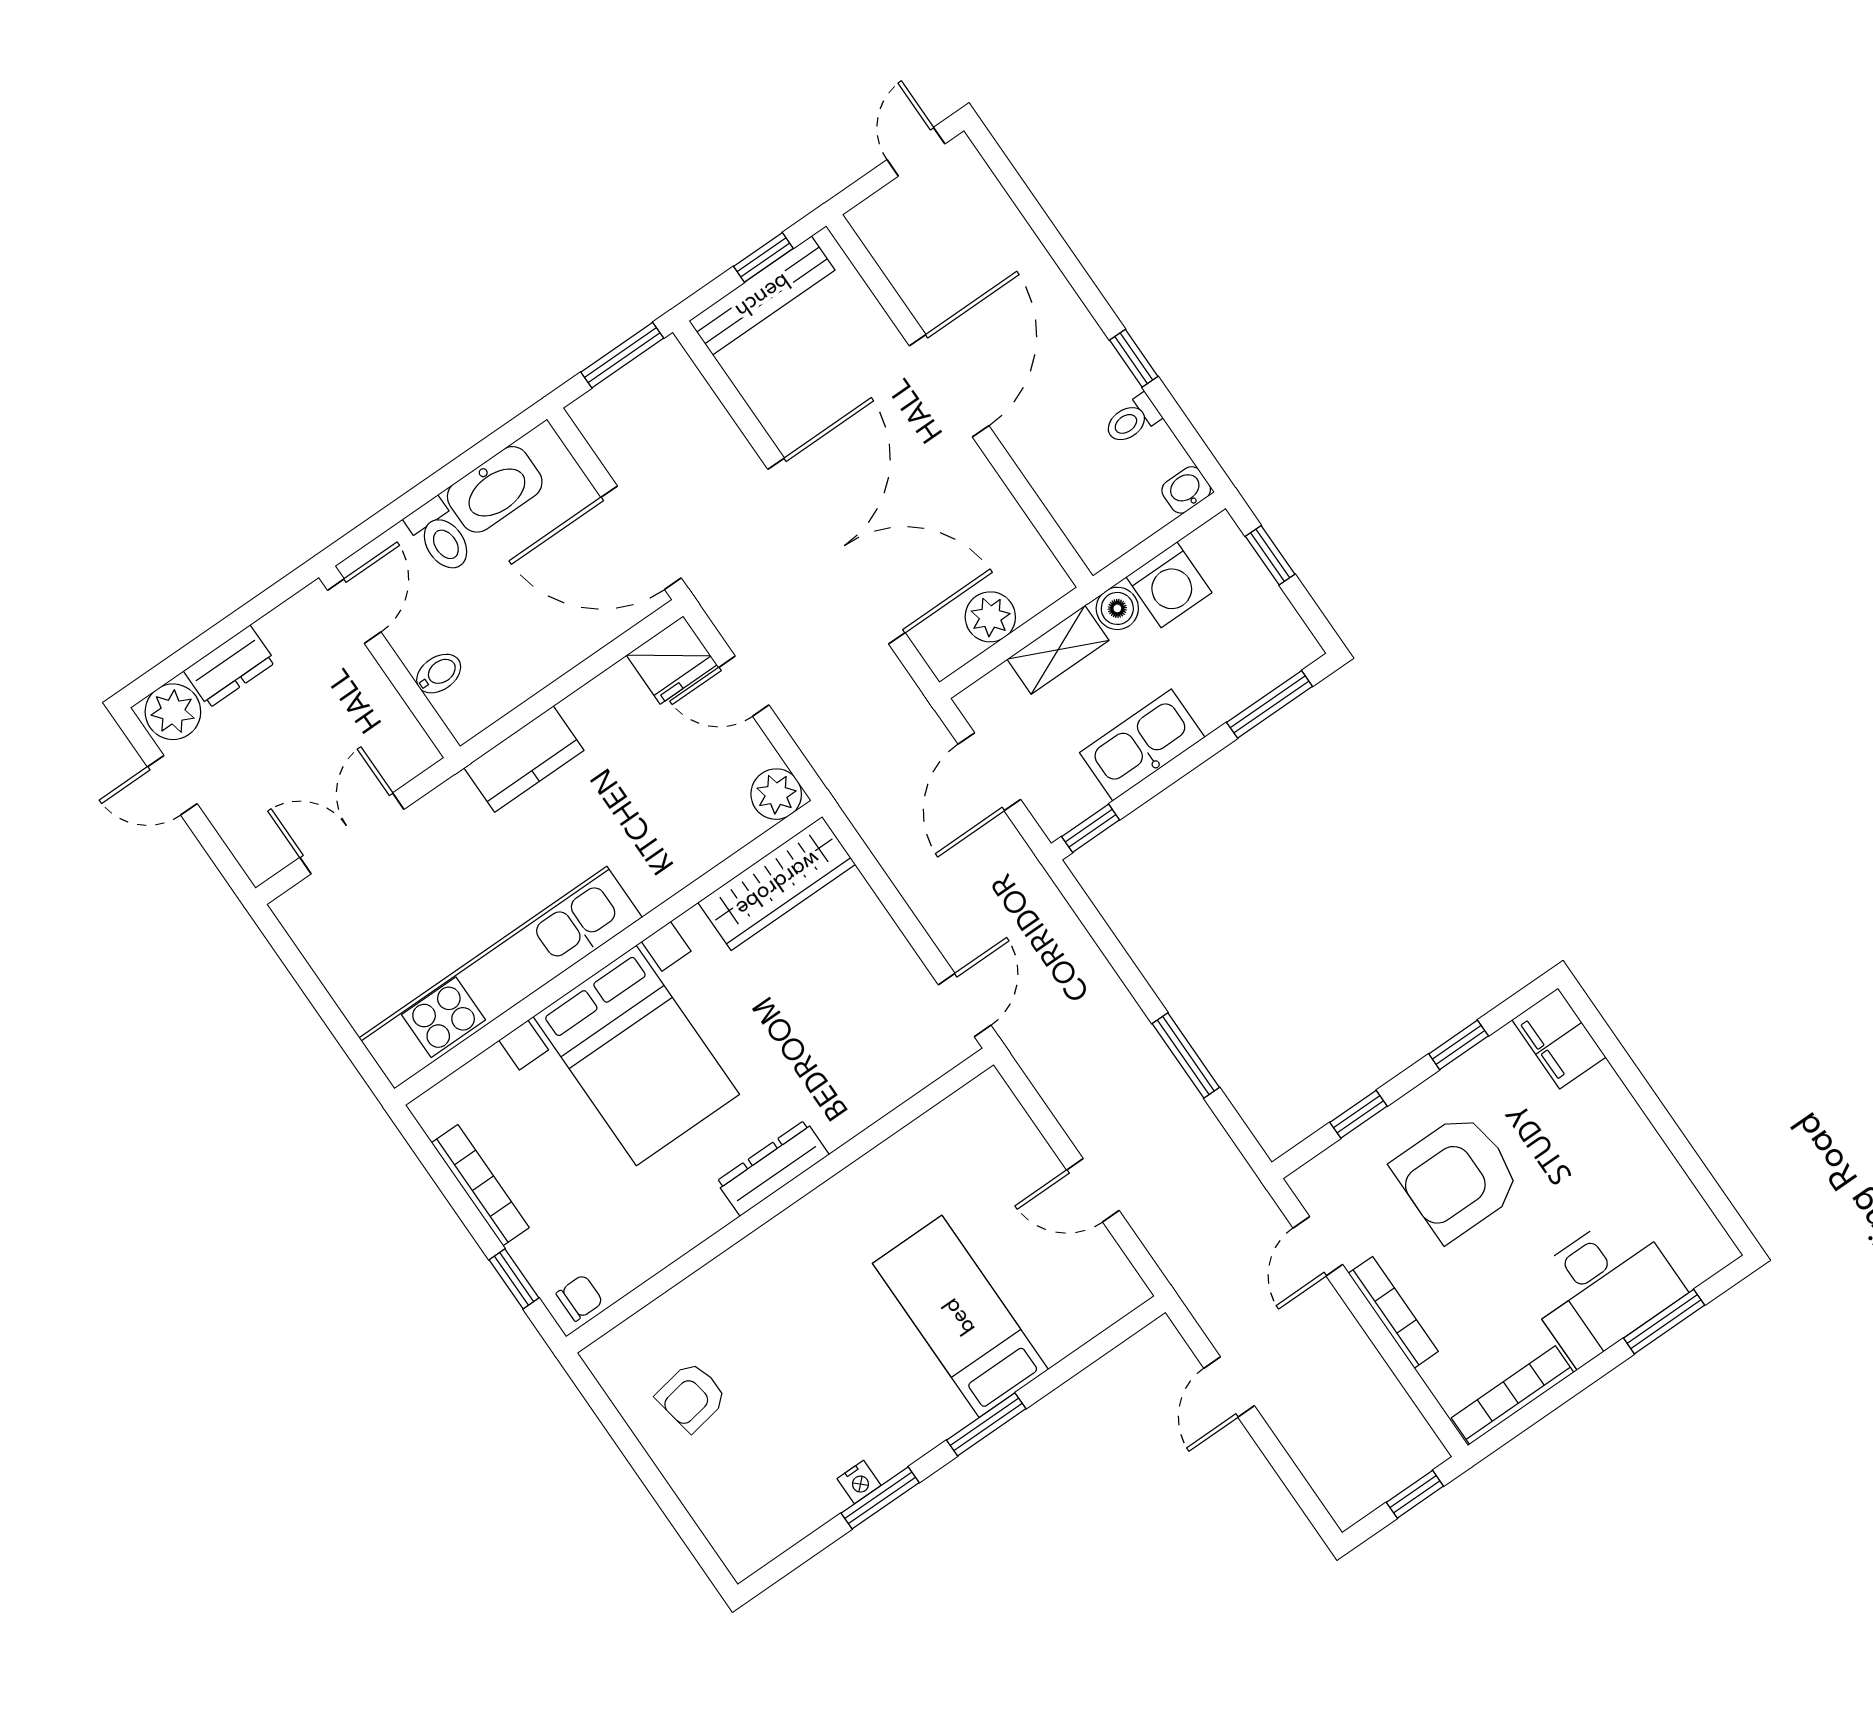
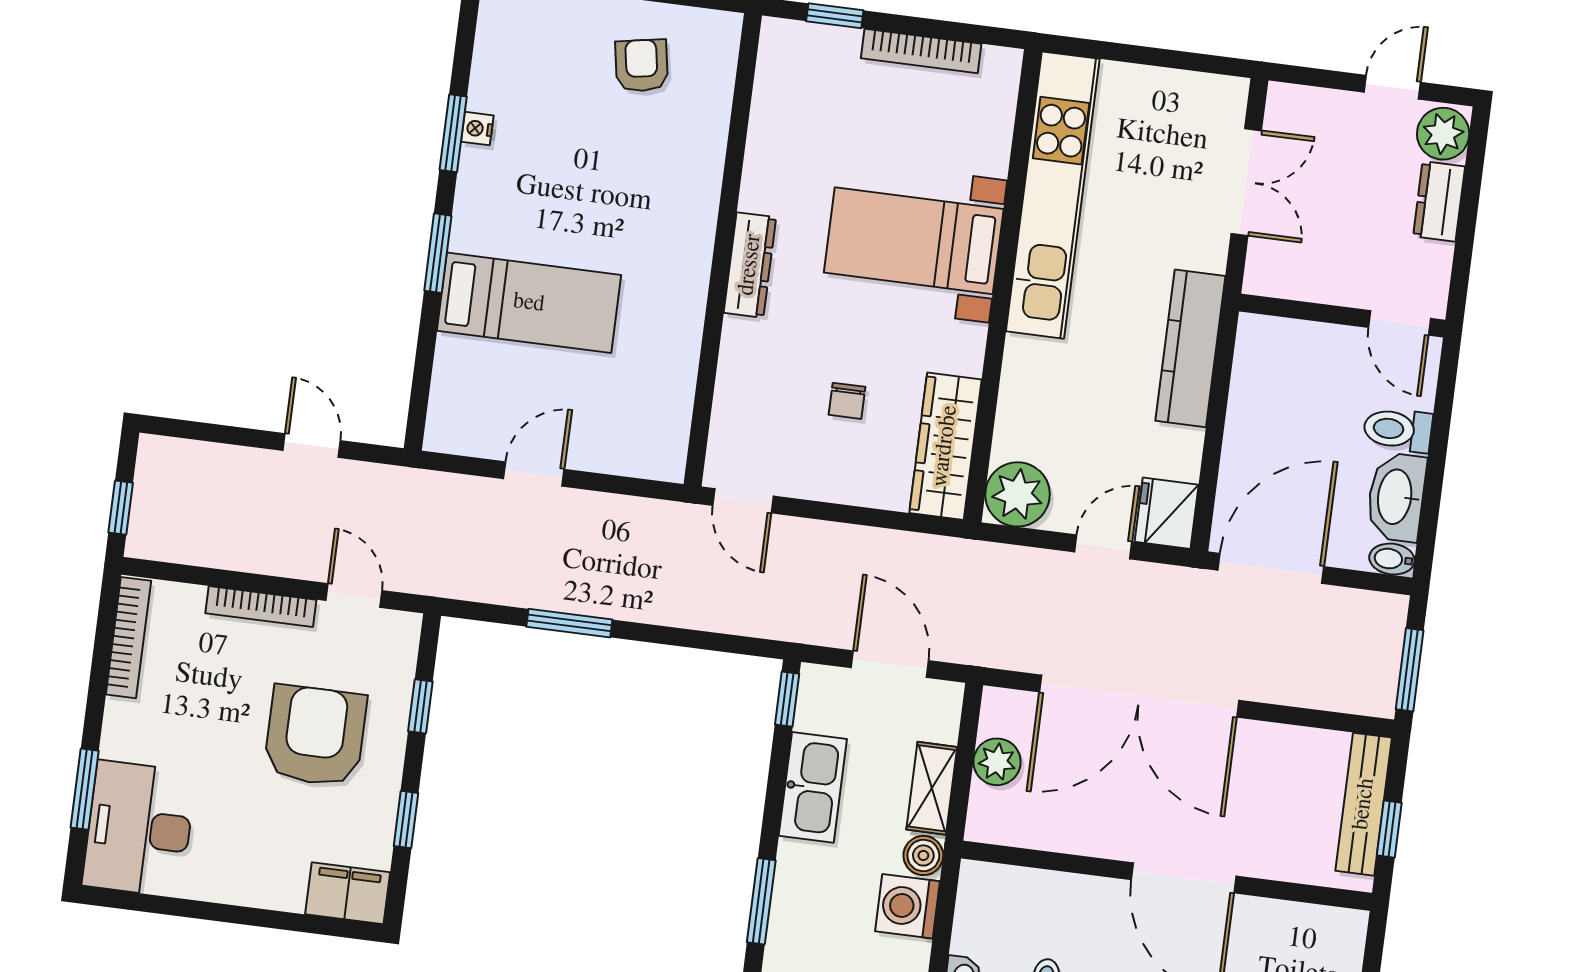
bidet: (439, 674) -> (1392, 559), moved, turned 90
kitchen counter: (524, 759) -> (1190, 348), width x1.50
plant: (776, 794) -> (1018, 494), width x1.36, depth x1.36
bed with nightstands: (636, 1055) -> (914, 241), width x0.73
desk: (1603, 1287) -> (139, 829), moved
chair: (580, 1298) -> (847, 401), moved

